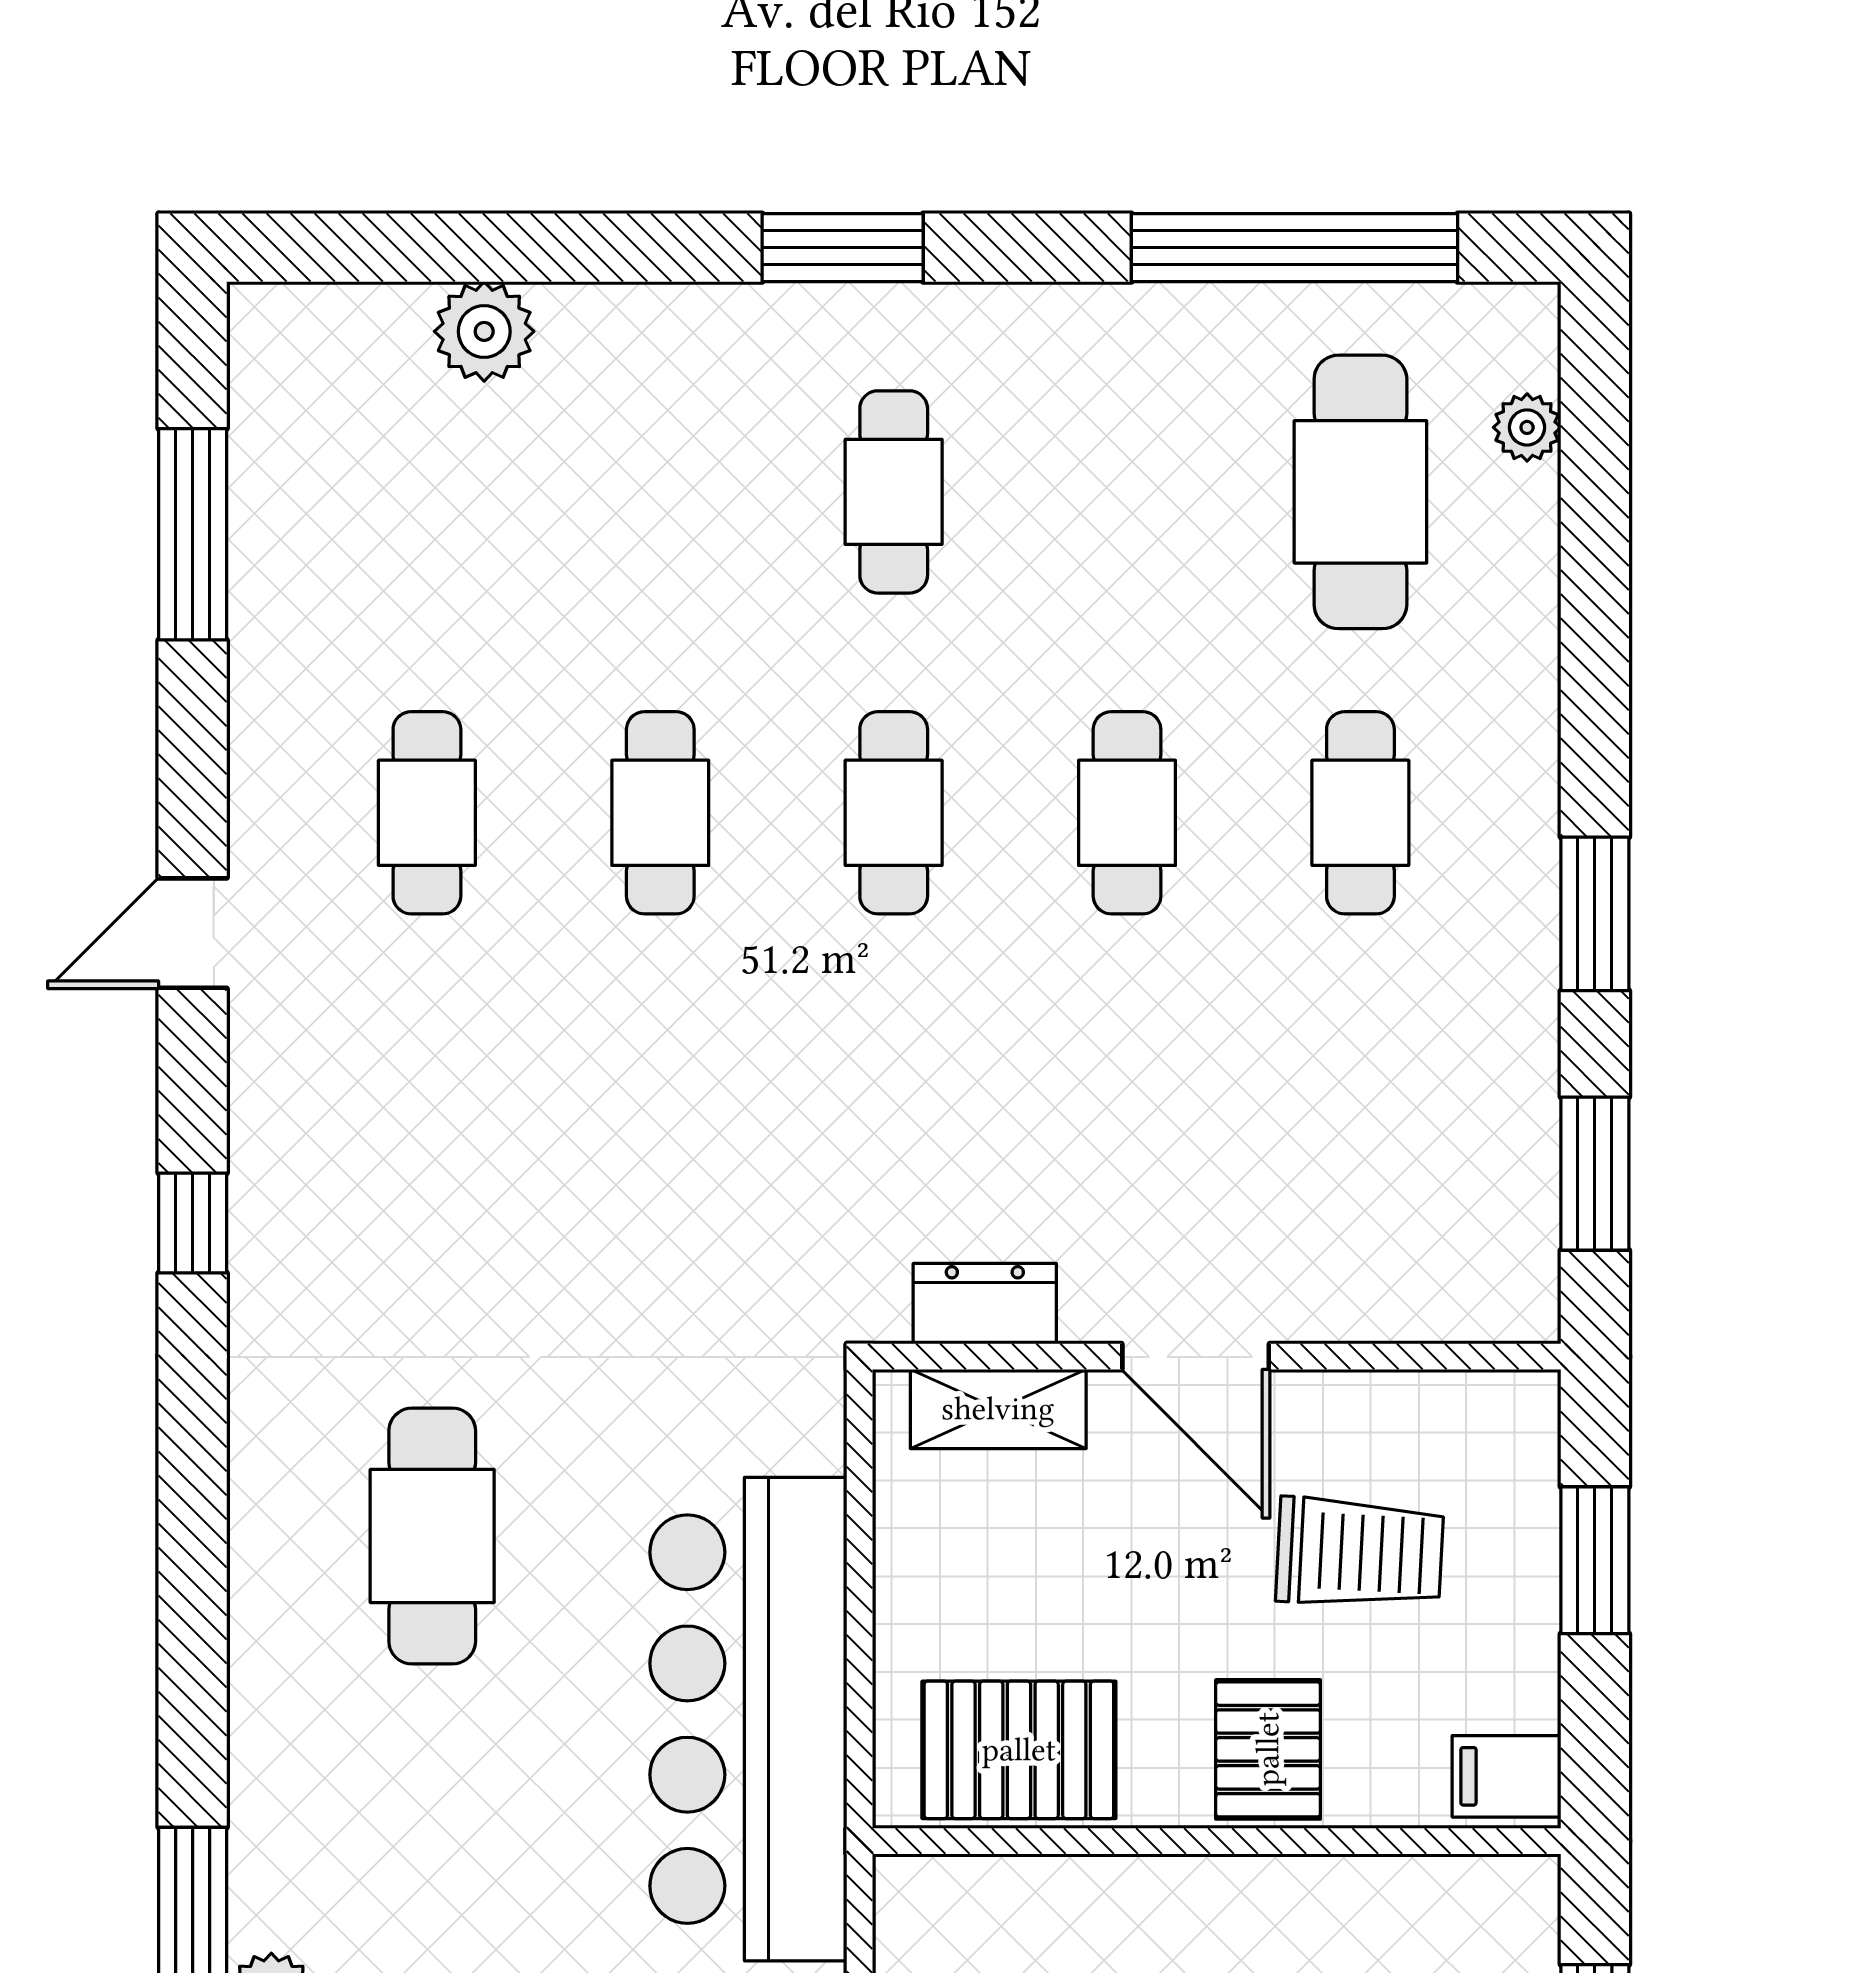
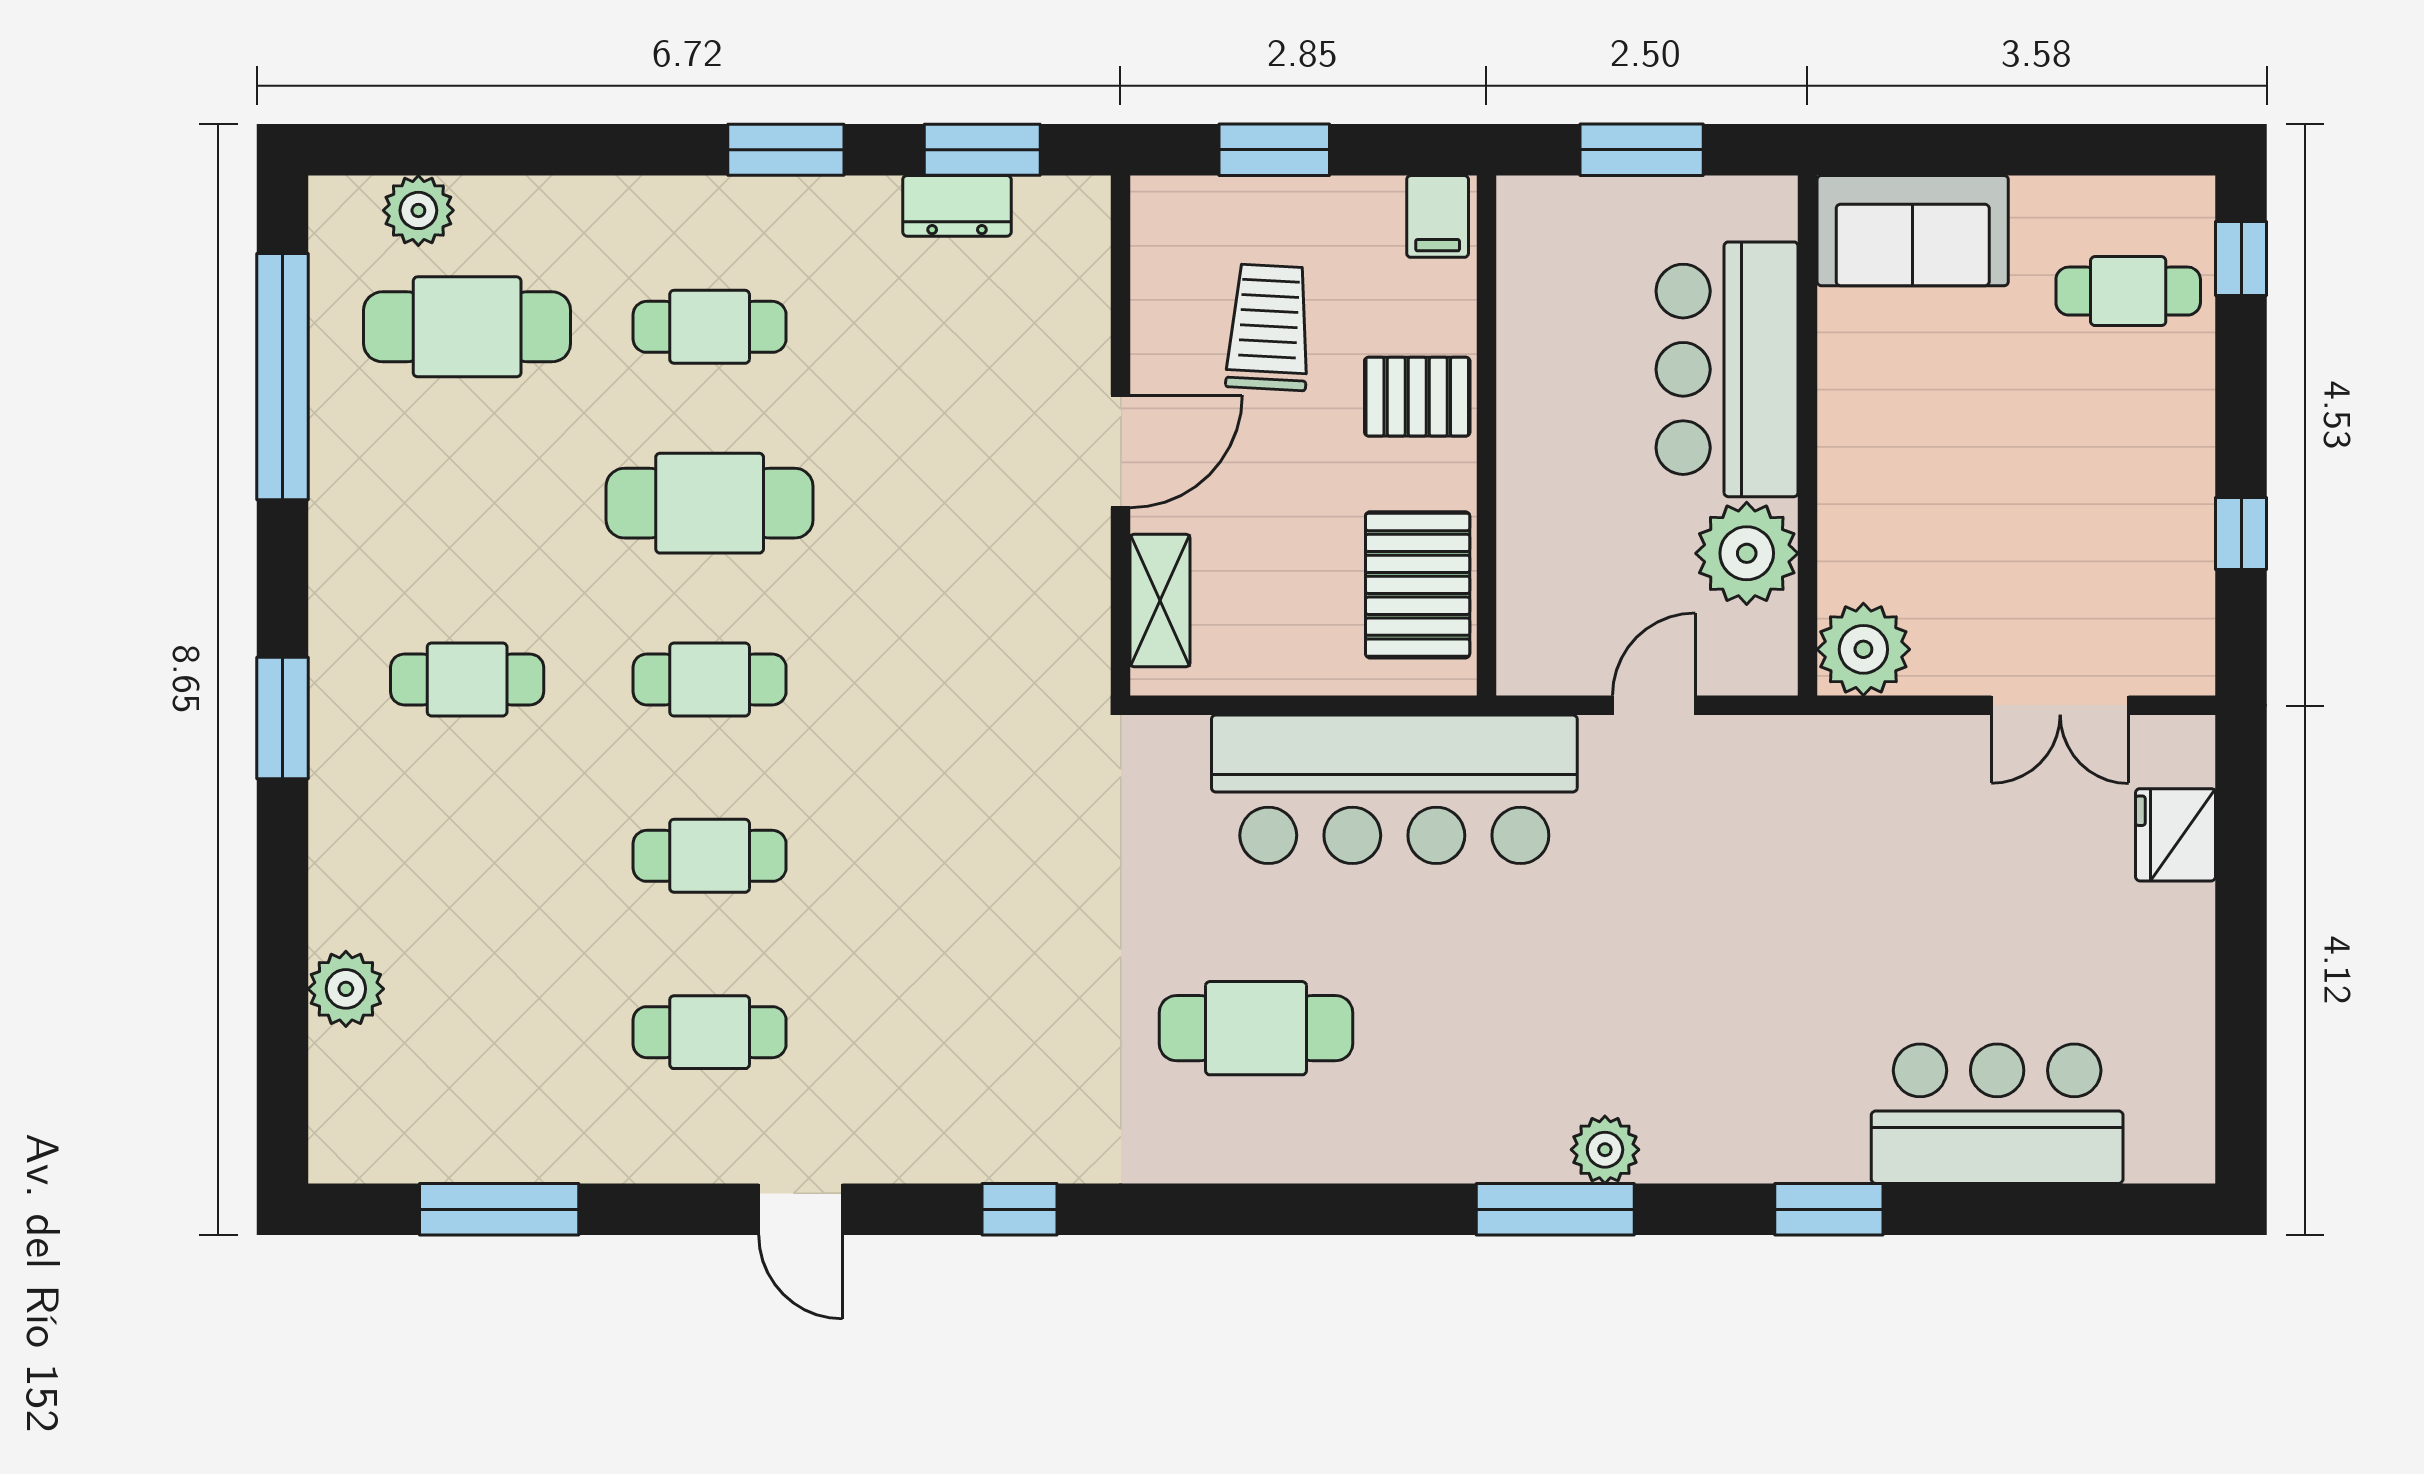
plant: (1527, 427) -> (418, 210), width x1.38, depth x1.38
cafe table: (1127, 813) -> (710, 503), width x1.37, depth x1.35
dresser: (985, 1304) -> (957, 206), moved, turned -90

